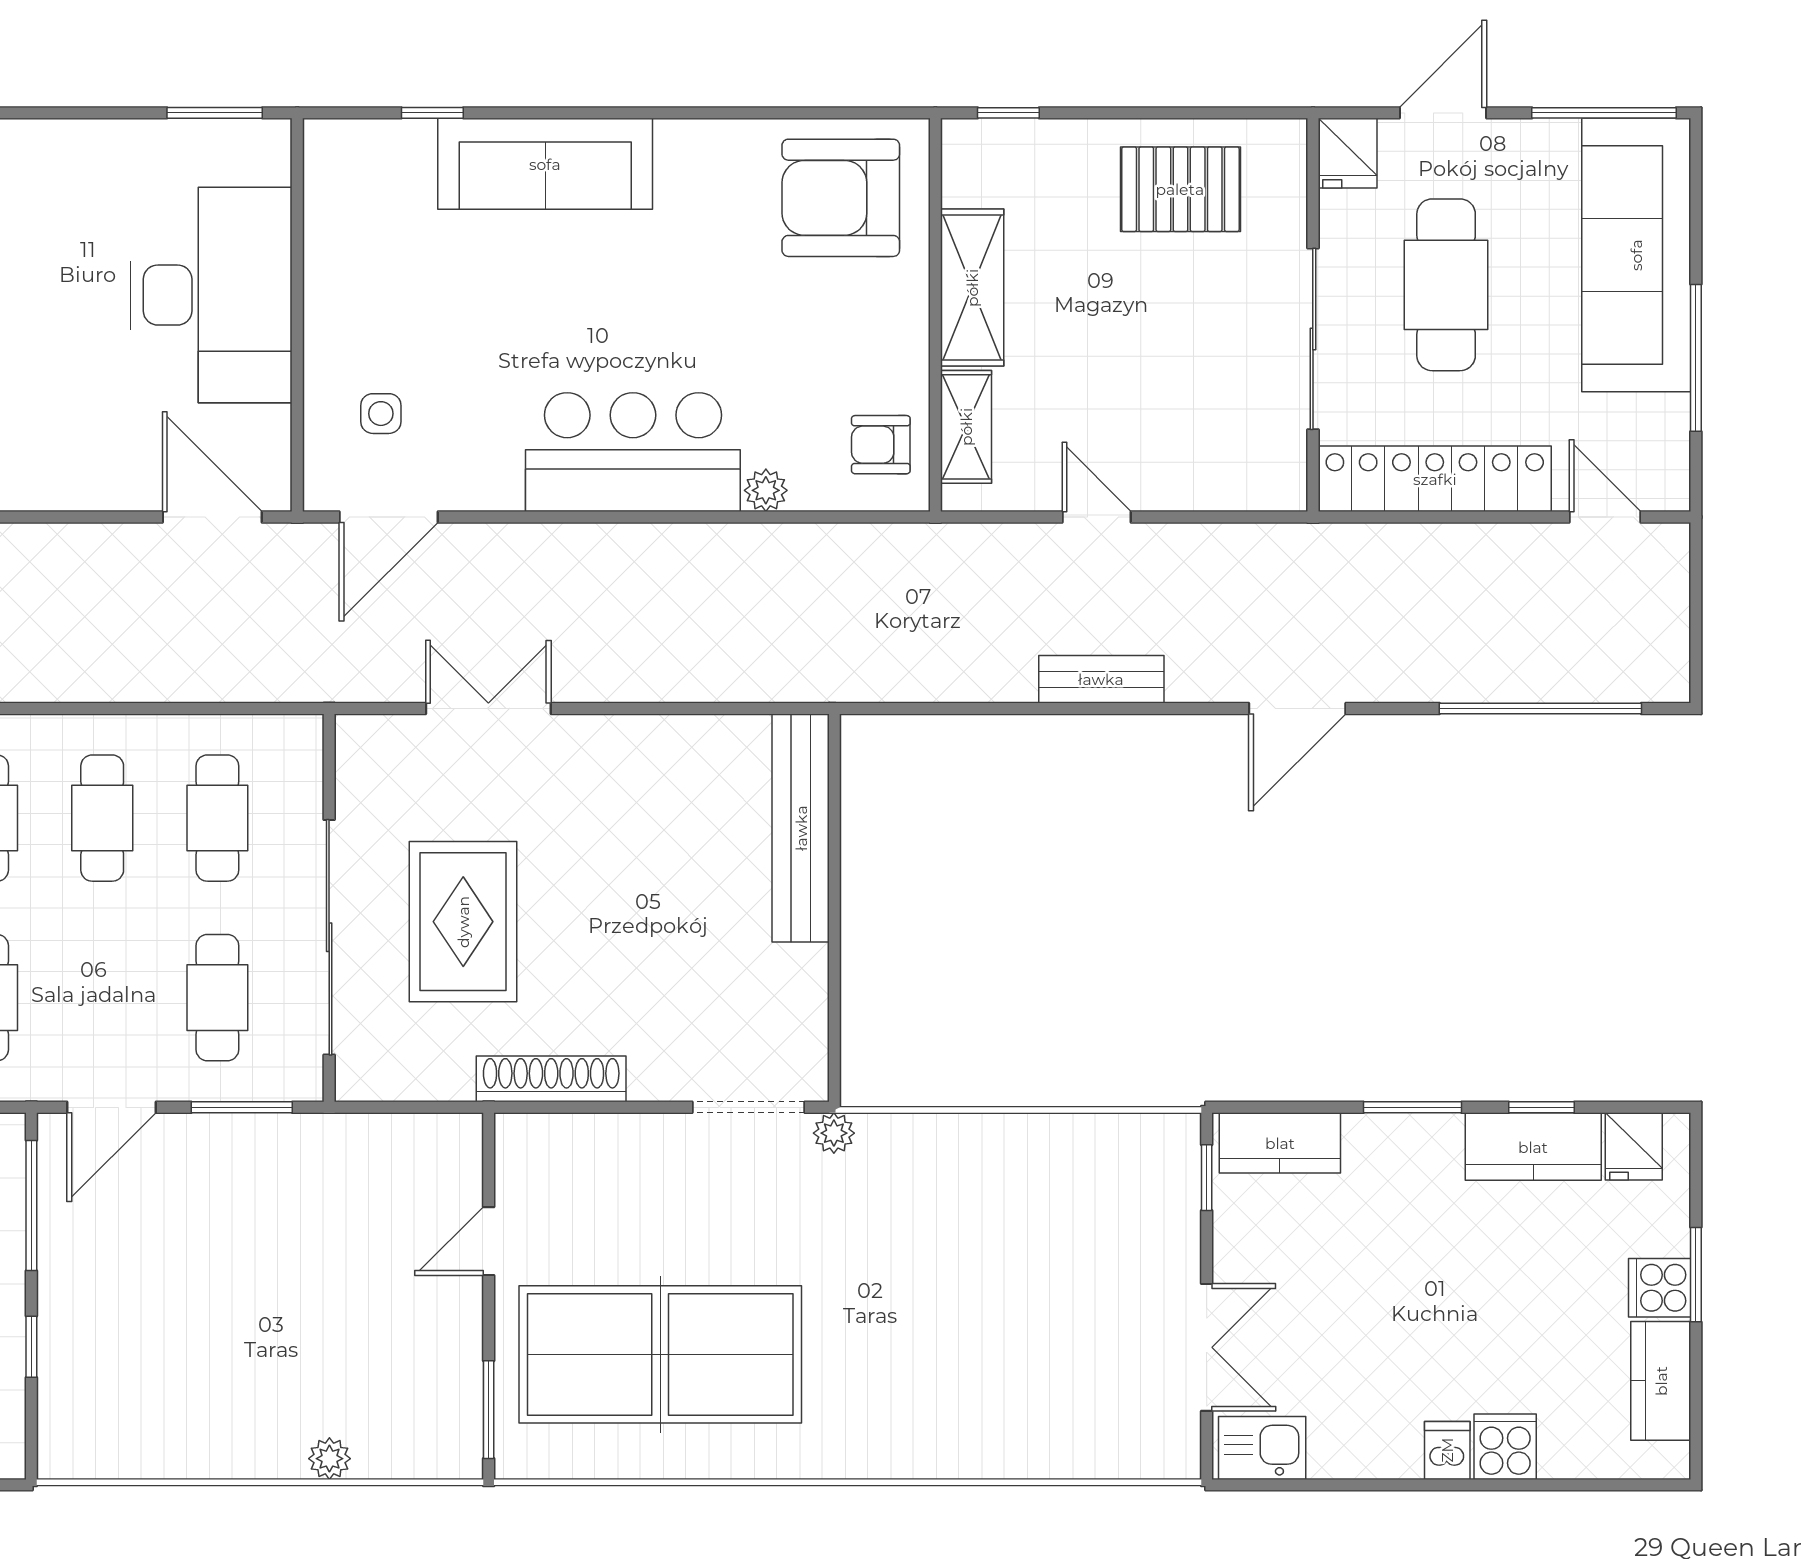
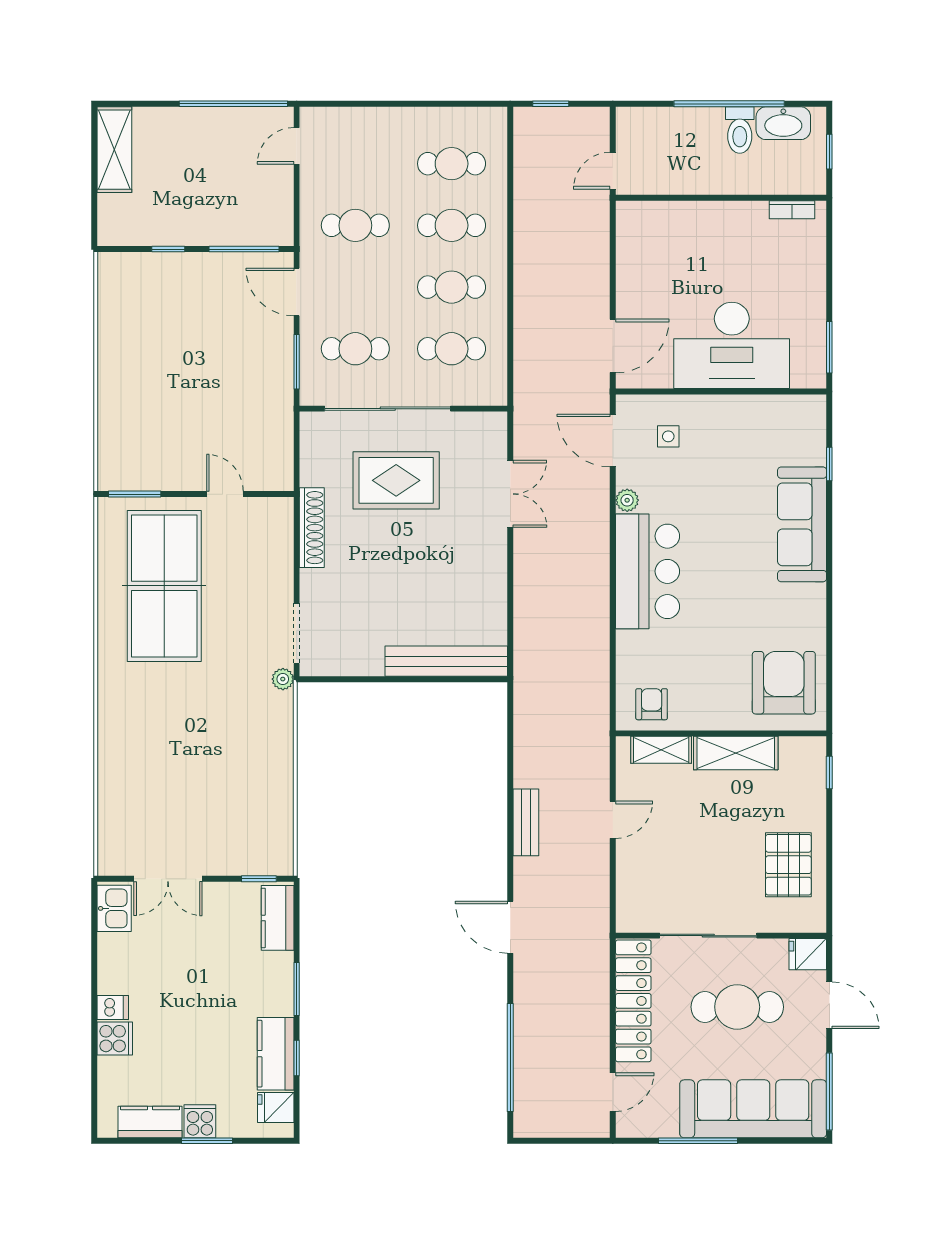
plant: (766, 490) -> (627, 500), moved
plant: (329, 1459) -> (108, 409), removed

